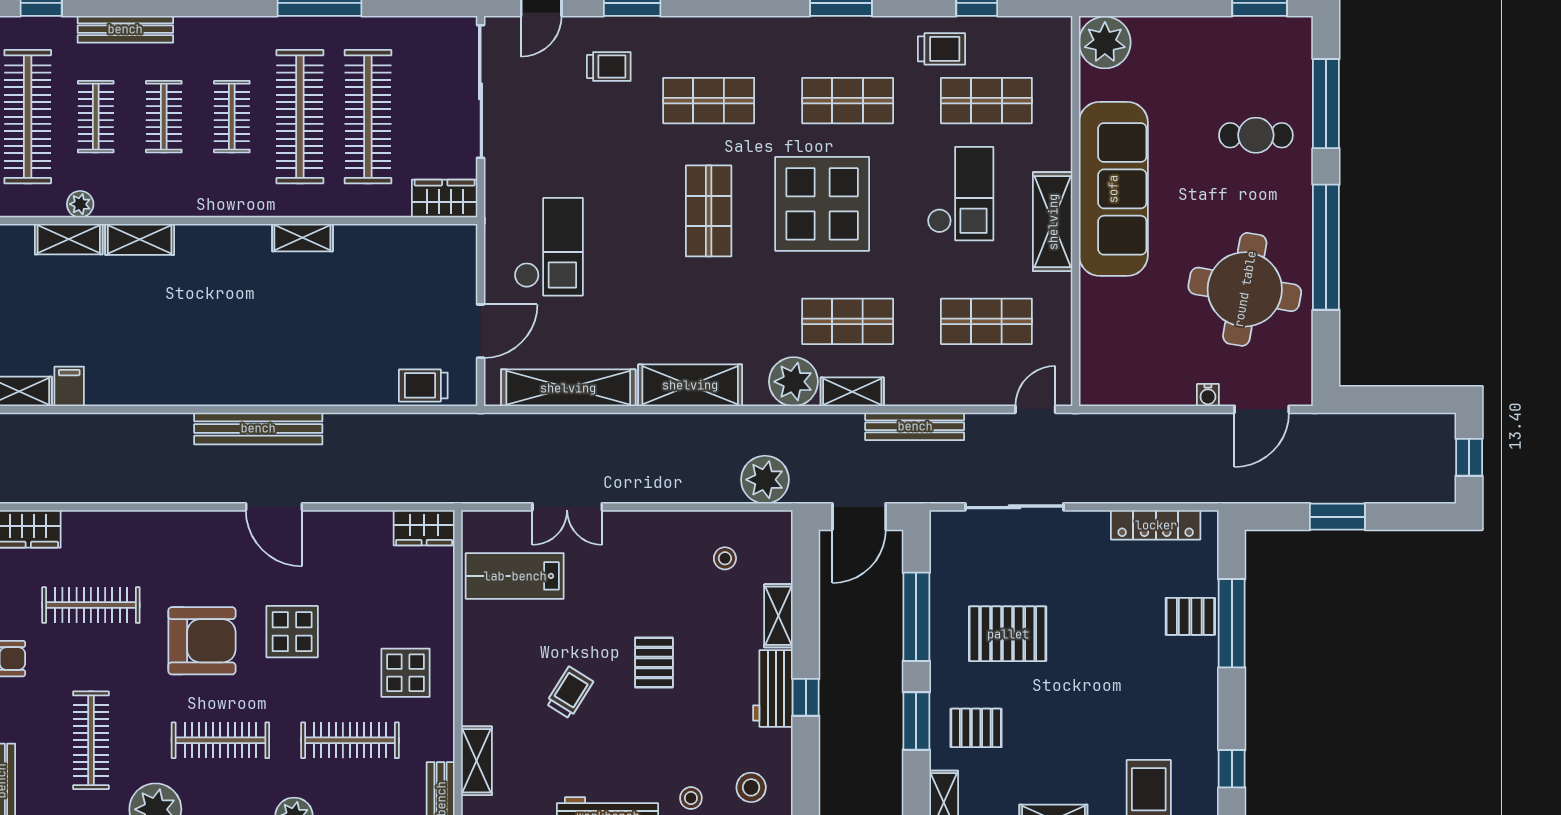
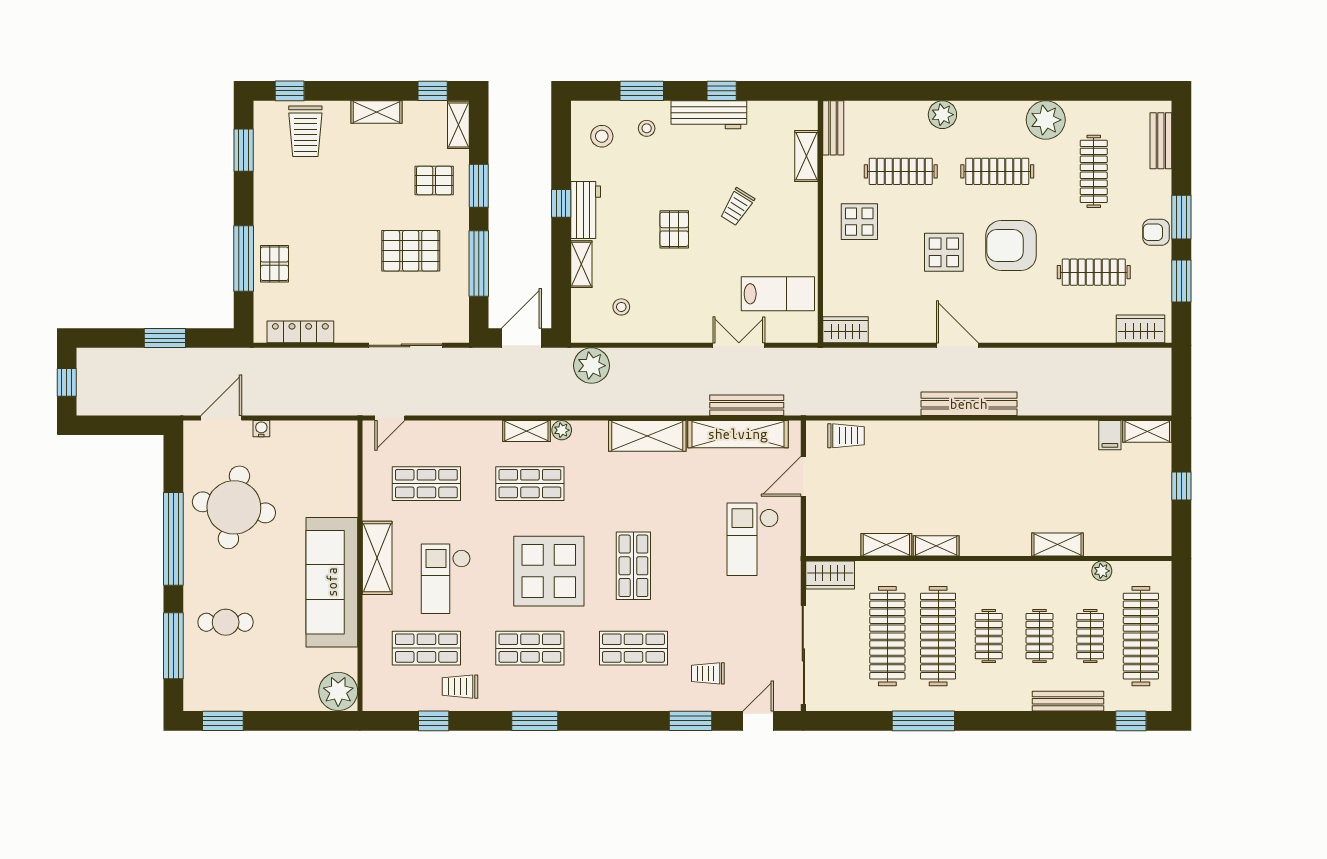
shelving: (69, 239) -> (886, 545), moved
plant: (793, 382) -> (562, 430), width x0.53, depth x0.53
bench: (915, 426) -> (747, 405), moved
pallet: (1190, 616) -> (274, 264), turned 90
window: (1232, 769) -> (244, 150), width x1.50

